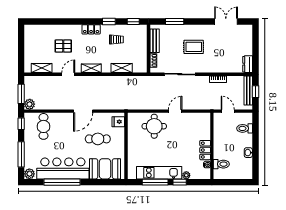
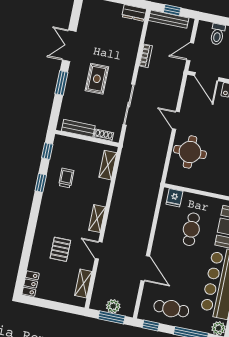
window: (175, 22) -> (61, 83), moved
double door: (226, 22) -> (69, 46), moved
locker: (91, 29) -> (31, 284), moved
shelving: (122, 68) -> (108, 165), moved
plant: (30, 104) -> (113, 306), moved
door: (83, 111) -> (145, 268), moved
cafe table: (44, 126) -> (171, 309), moved
door: (212, 127) -> (207, 77), added

